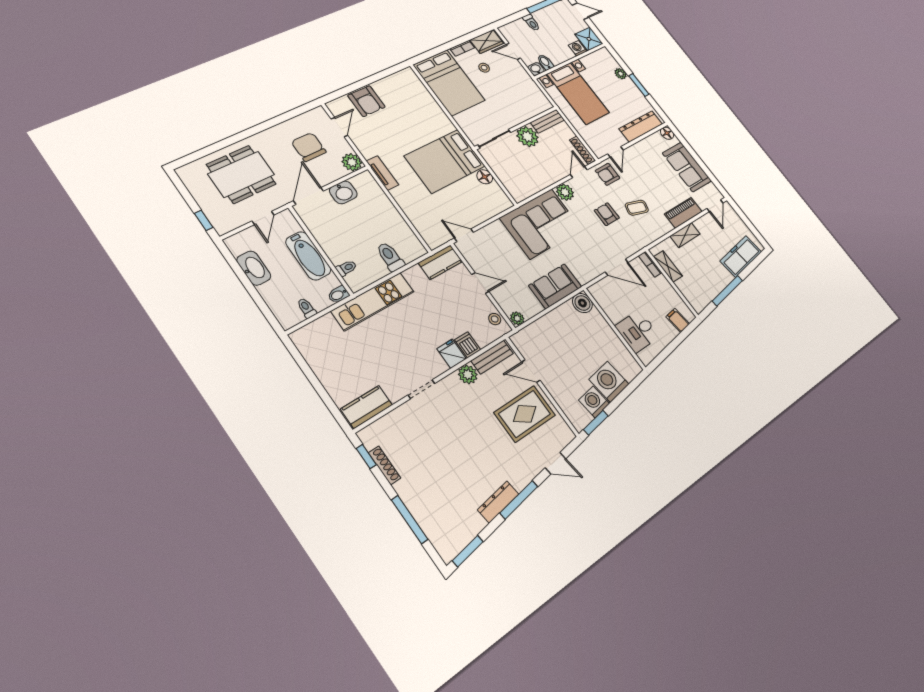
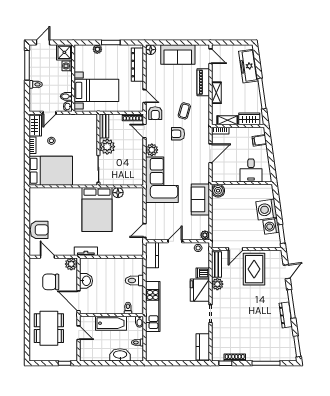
washbasin: (254, 268) -> (120, 355), moved
wardrobe: (690, 292) -> (249, 119), added
fridge: (452, 354) -> (200, 290), width x1.88, depth x1.34

